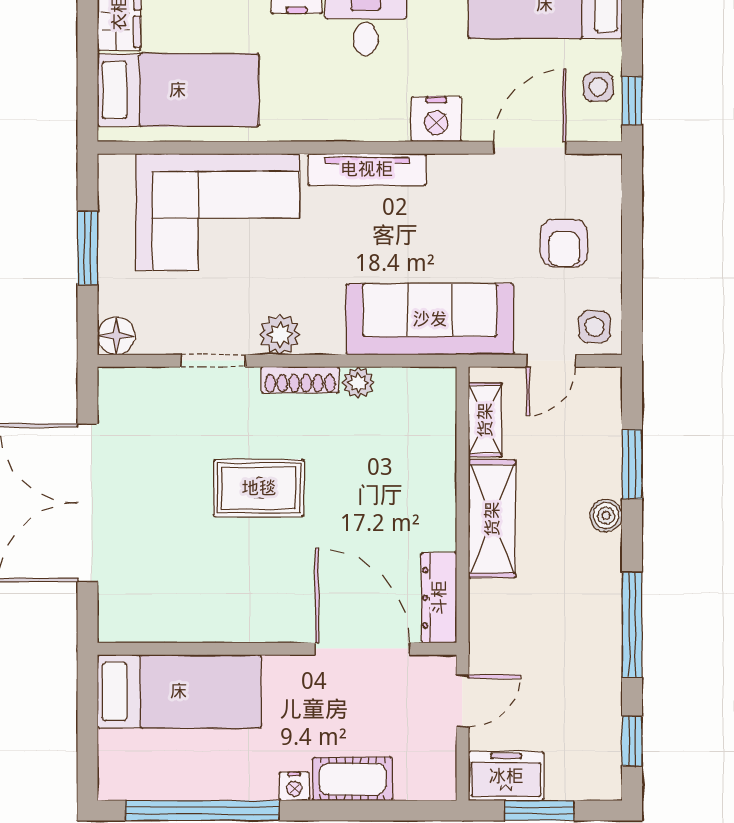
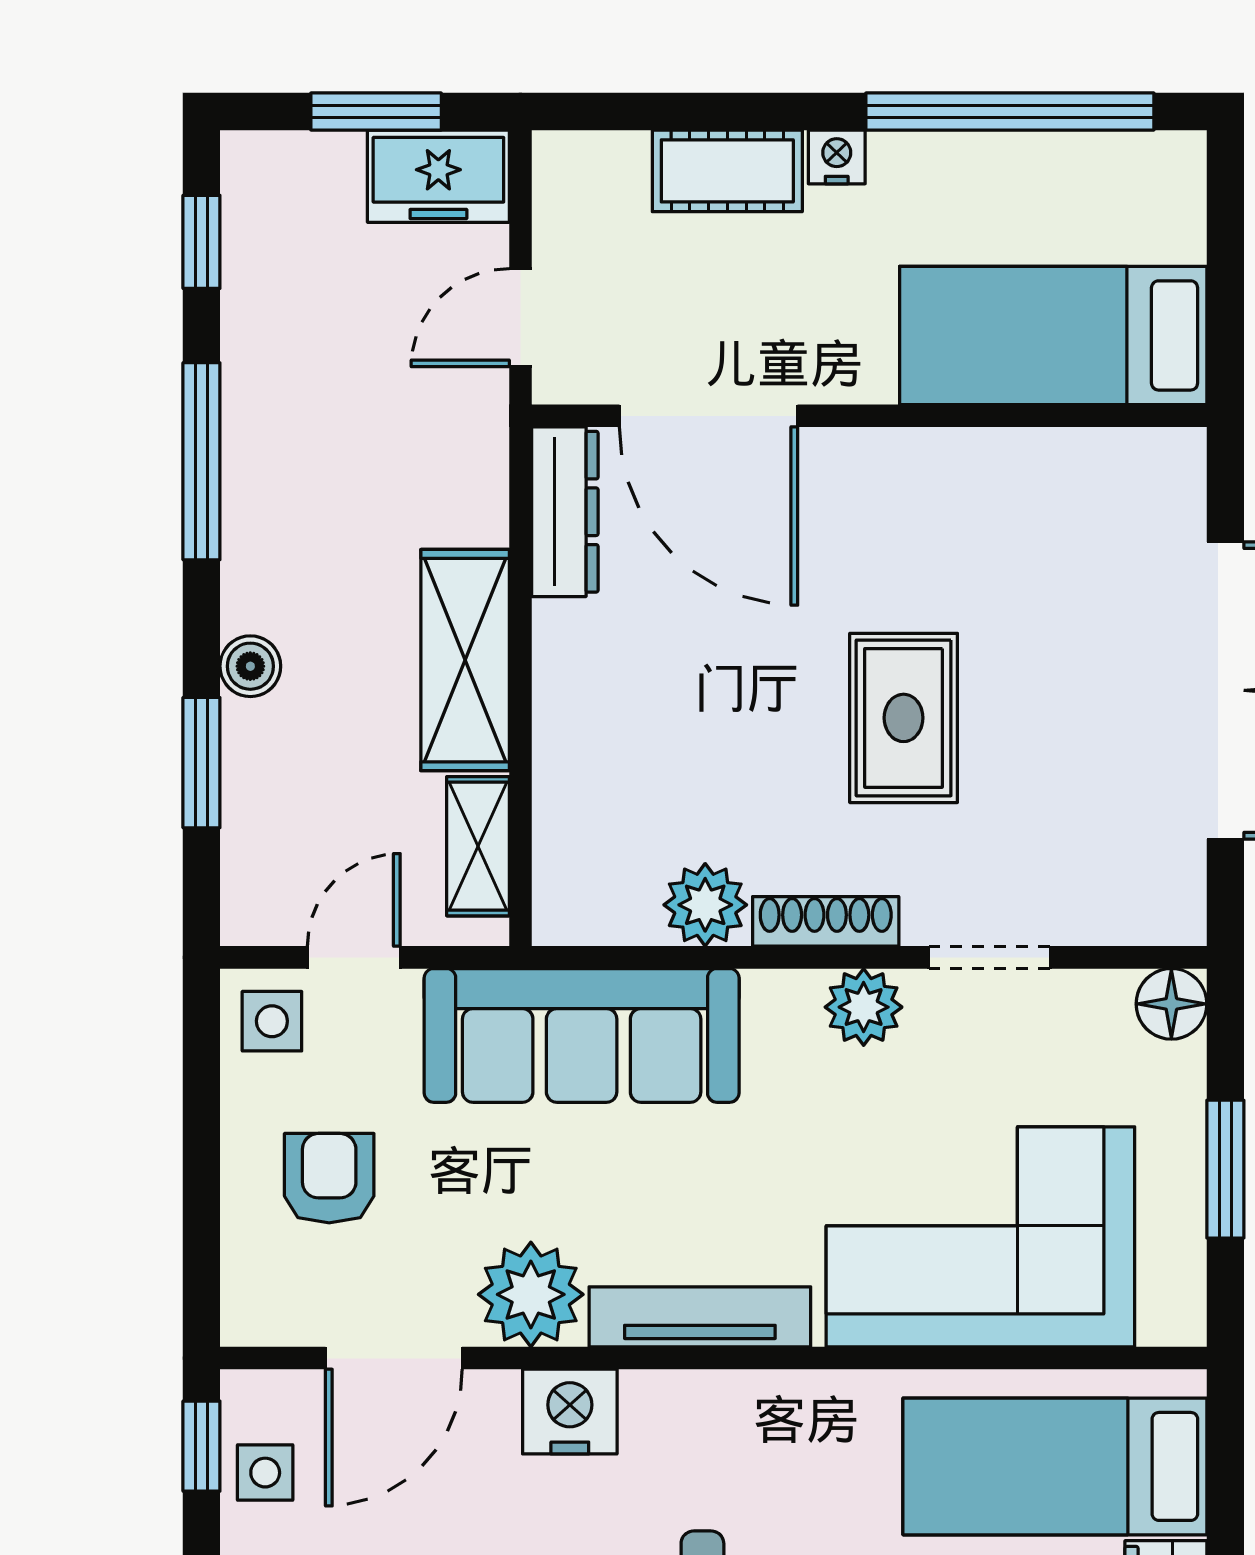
plant: (457, 181) -> (531, 1294), added
plant: (358, 383) -> (705, 905), width x1.38, depth x1.38
rug: (259, 488) -> (904, 718), turned 90

